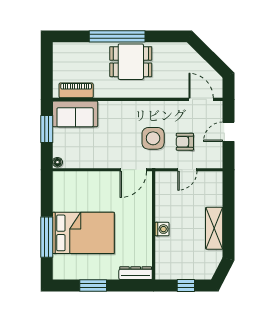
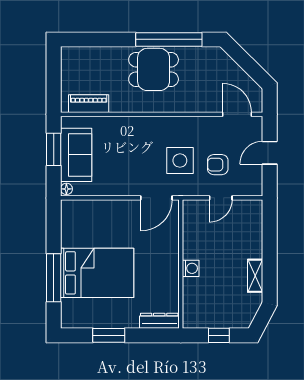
window: (117, 36) -> (169, 39), moved
sofa: (75, 114) -> (76, 155), moved, turned -90
shelving: (214, 228) -> (255, 276), width x0.67, depth x0.75

